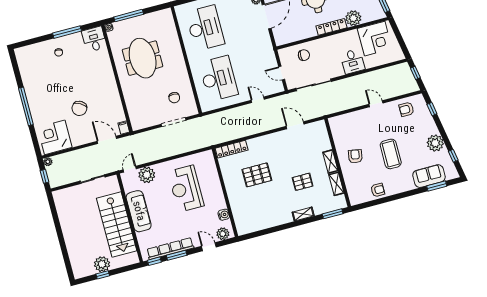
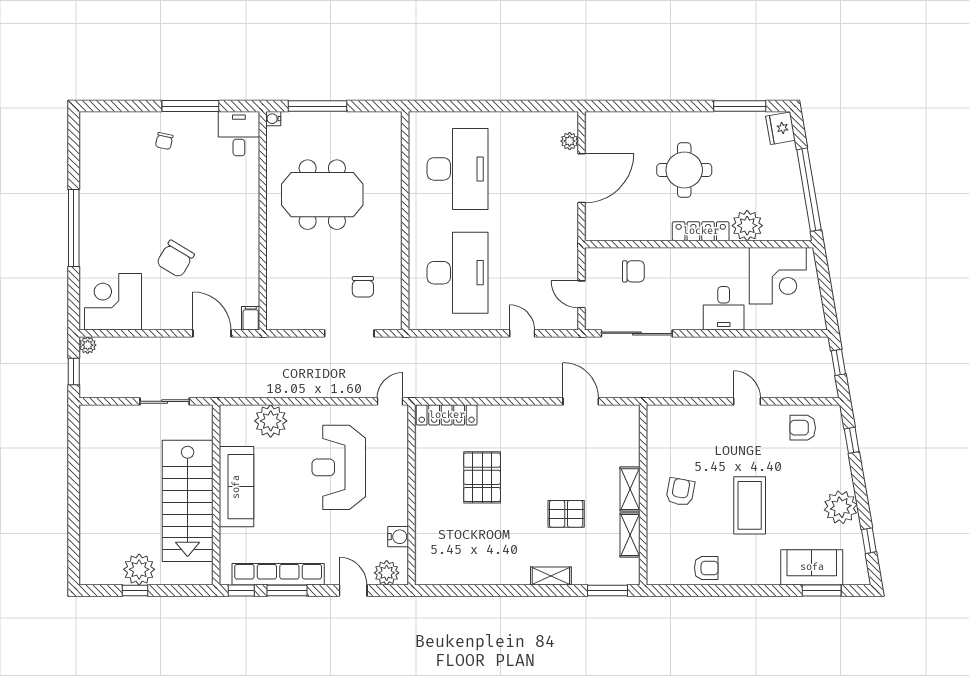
meeting table: (143, 58) -> (322, 195), turned 90
door: (130, 169) -> (390, 401), moved
pallet: (257, 175) -> (482, 477), turned 90

